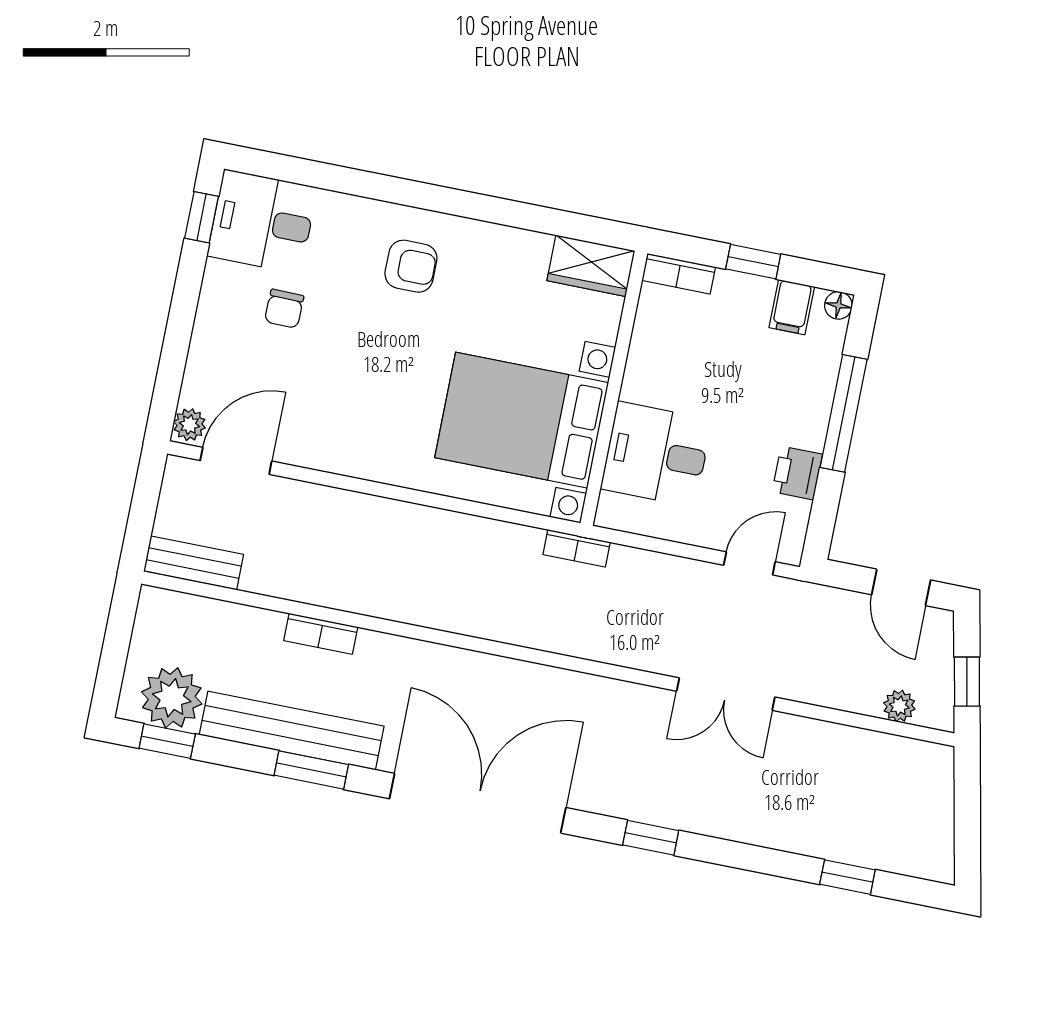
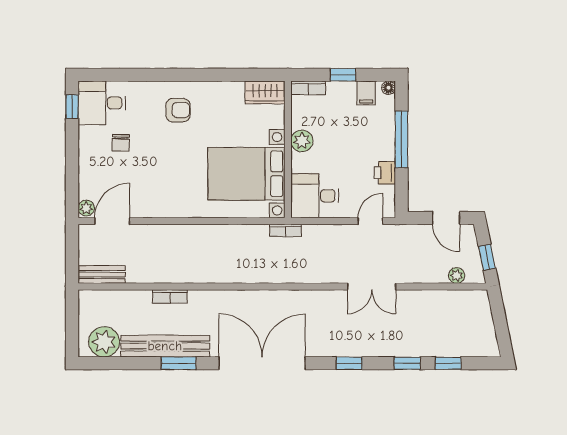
plant: (645, 377) -> (302, 141), added
desk: (656, 454) -> (315, 196), moved
window: (167, 741) -> (407, 363), moved

